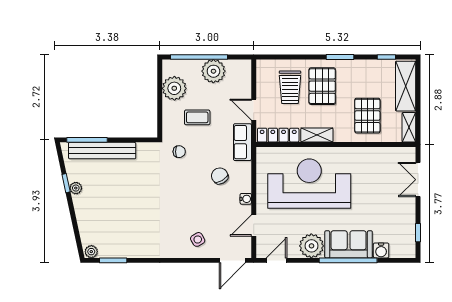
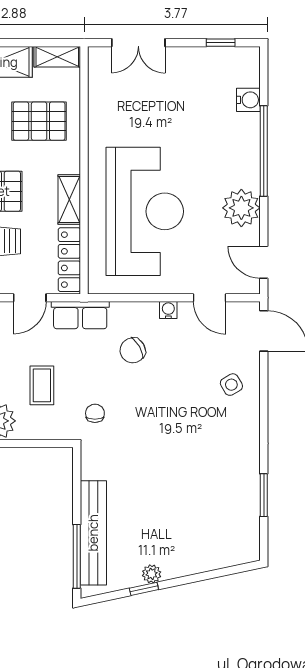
reception desk: (309, 184) -> (145, 211), turned 180
sofa: (349, 244) -> (239, 150), removed
plant: (91, 252) -> (250, 550), removed
window: (113, 260) -> (264, 495), moved

